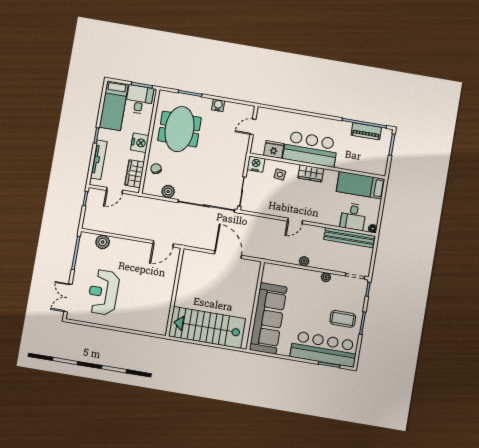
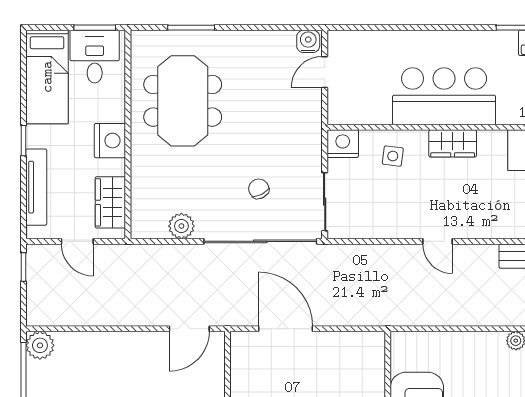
water cooler: (218, 105) -> (308, 41), moved
fridge: (274, 150) -> (373, 109), removed
chair: (156, 169) -> (259, 189), moved
door: (115, 190) -> (77, 241), hinge flipped
door: (295, 221) -> (438, 241), hinge flipped
plant: (103, 242) -> (40, 345), moved
door: (228, 255) -> (286, 329), moved
plant: (304, 261) -> (468, 317), removed

